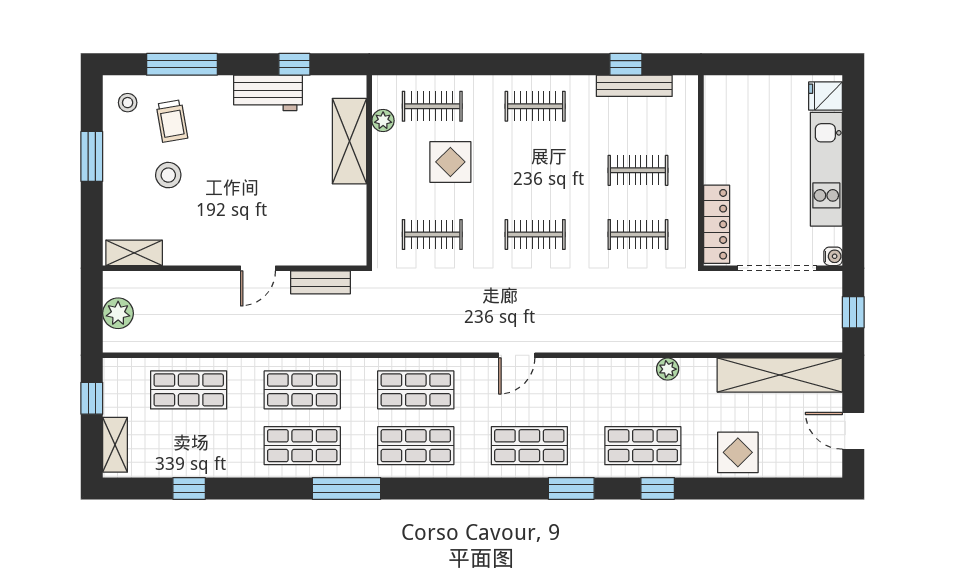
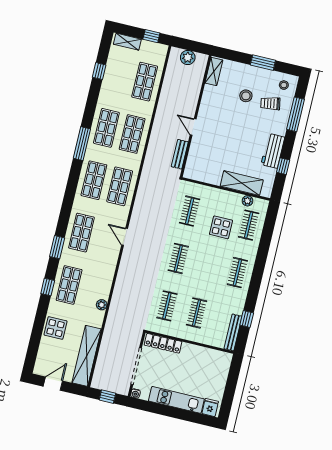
bench: (634, 86) -> (233, 332), moved

